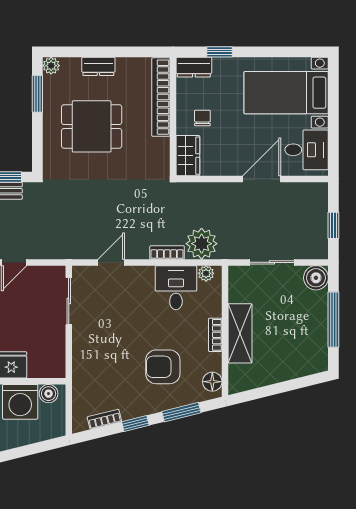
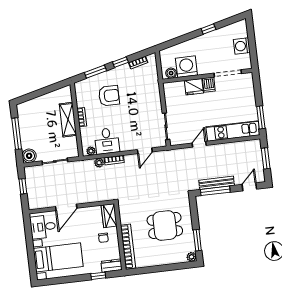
dresser: (98, 66) -> (165, 260), removed
plant: (202, 244) -> (99, 163), width x0.53, depth x0.53
floor lamp: (212, 382) -> (80, 91), removed

